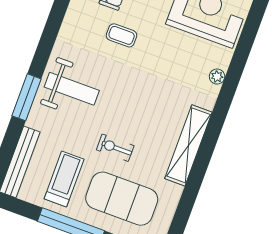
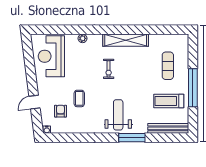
exercise bike: (115, 148) -> (109, 69), moved
exercise mat: (122, 199) -> (168, 66), width x0.50, depth x0.69

